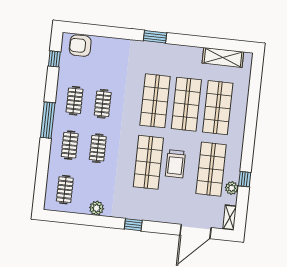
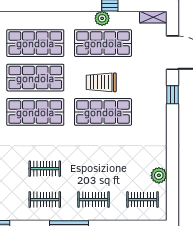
clothes rail: (98, 148) -> (94, 169), removed
trolley: (175, 164) -> (101, 82), turned 180
plant: (232, 188) -> (102, 18), moved
plant: (97, 208) -> (159, 175), moved
window: (133, 225) -> (173, 95), moved

